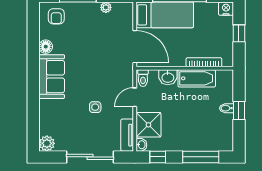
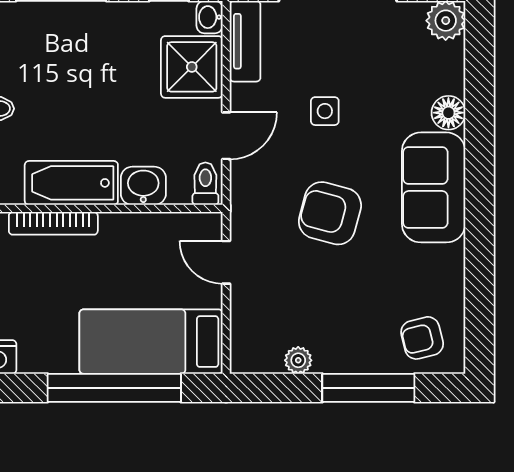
armchair: (56, 16) -> (422, 338), turned -104
floor lamp: (46, 47) -> (448, 113), moved
door: (135, 47) -> (226, 262), width x0.53
armchair: (93, 66) -> (330, 213), added

